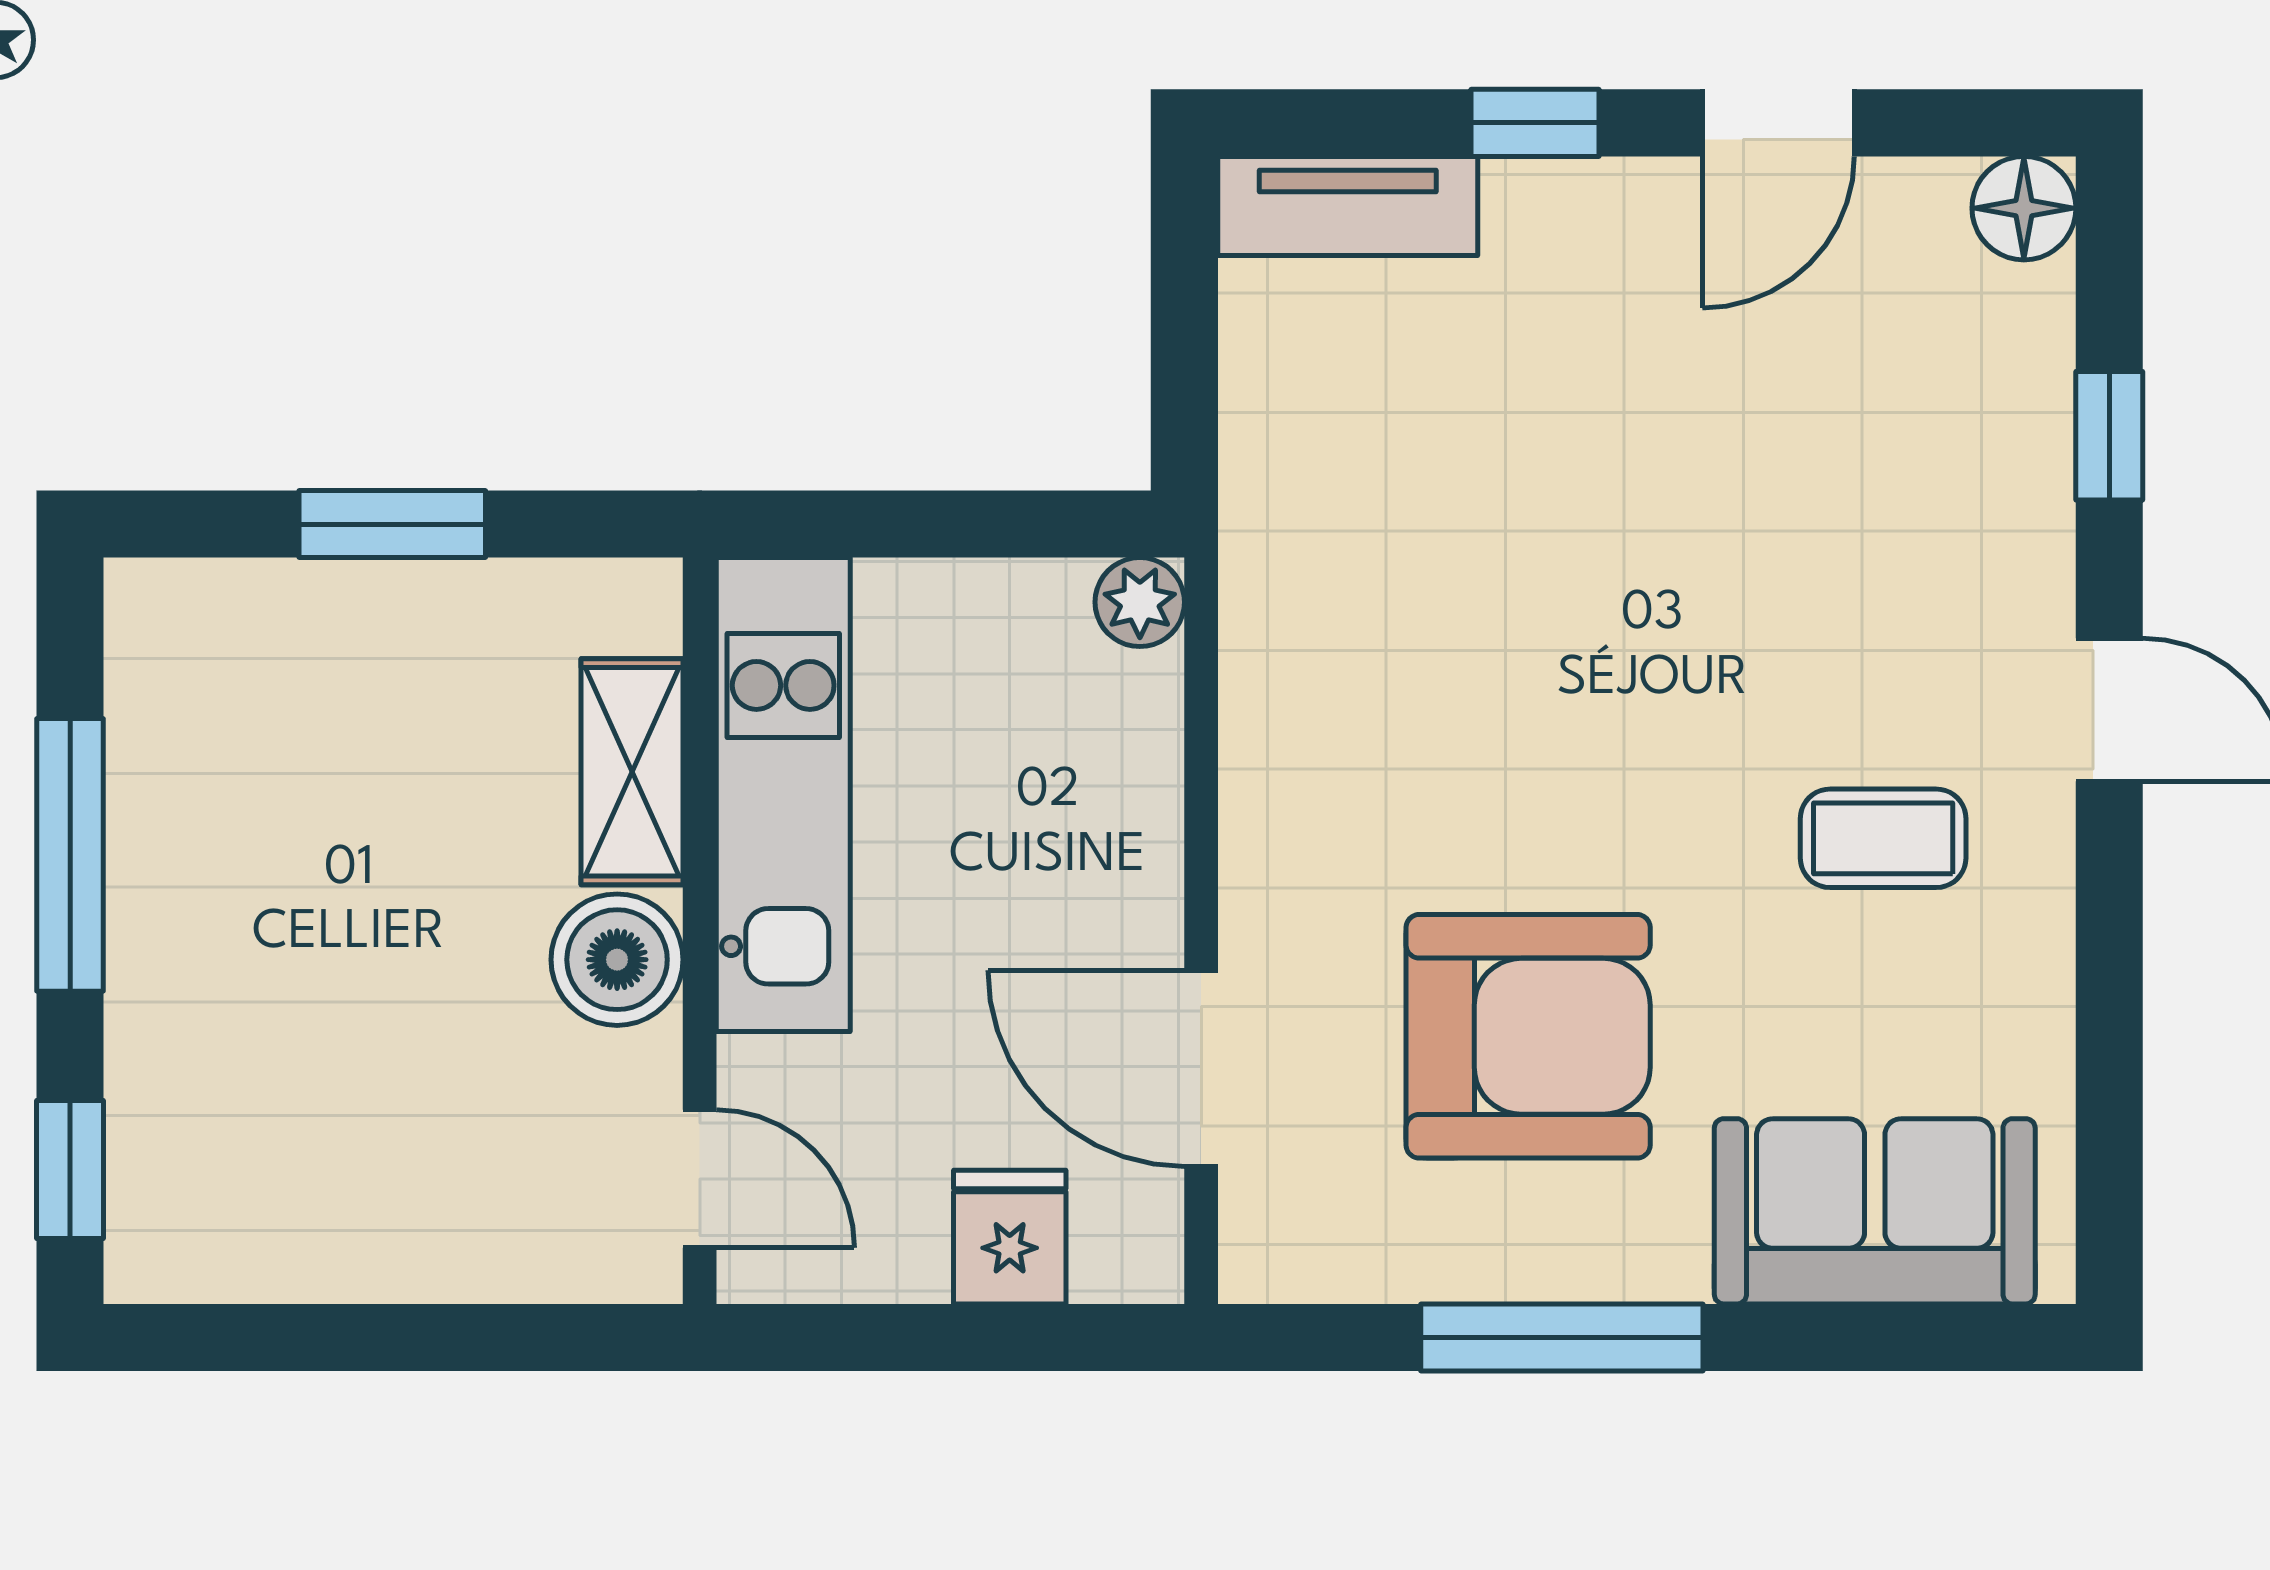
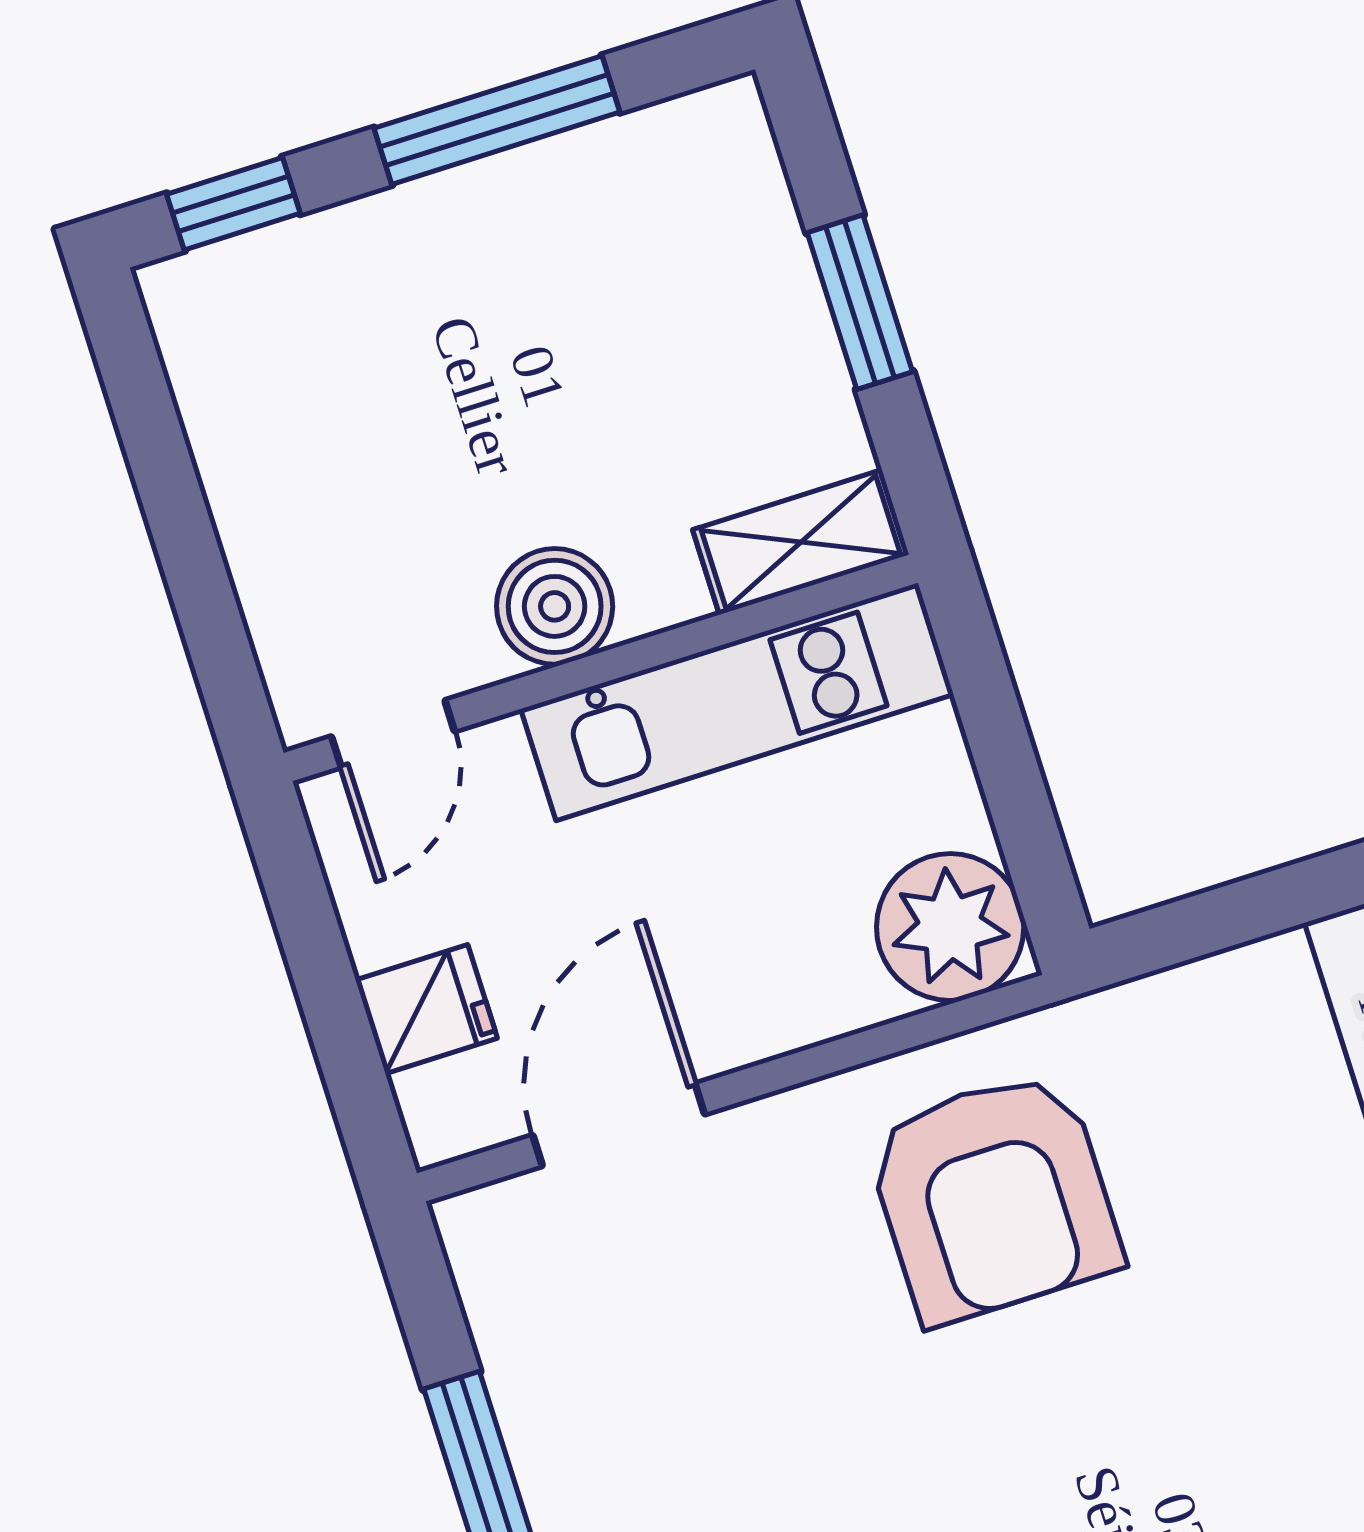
plant: (1140, 602) -> (950, 927), width x1.87, depth x1.87
shelving: (632, 772) -> (801, 542), moved
armchair: (1528, 1036) -> (994, 1197), moved

